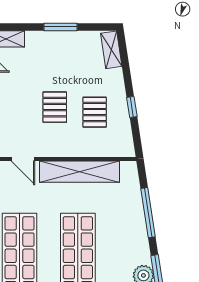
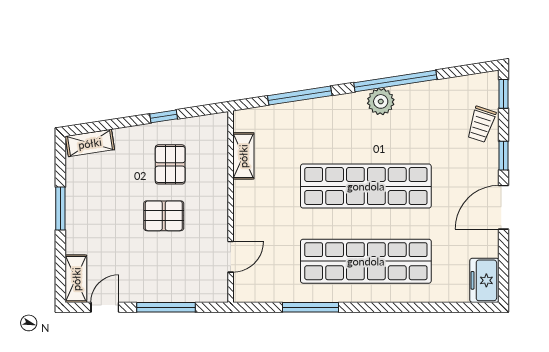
pallet: (95, 112) -> (170, 164), turned 90
shelving: (80, 172) -> (243, 156), width x0.45, depth x0.75

